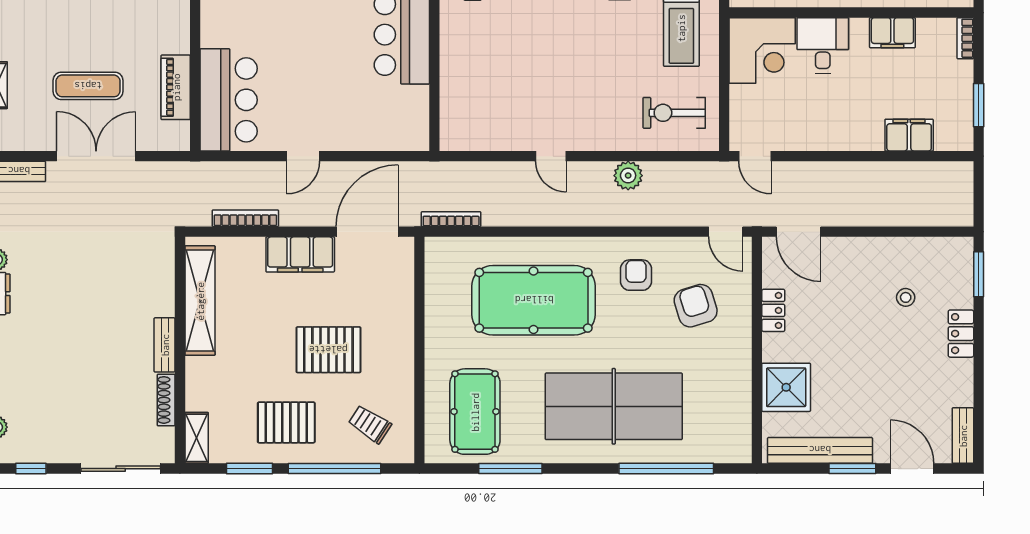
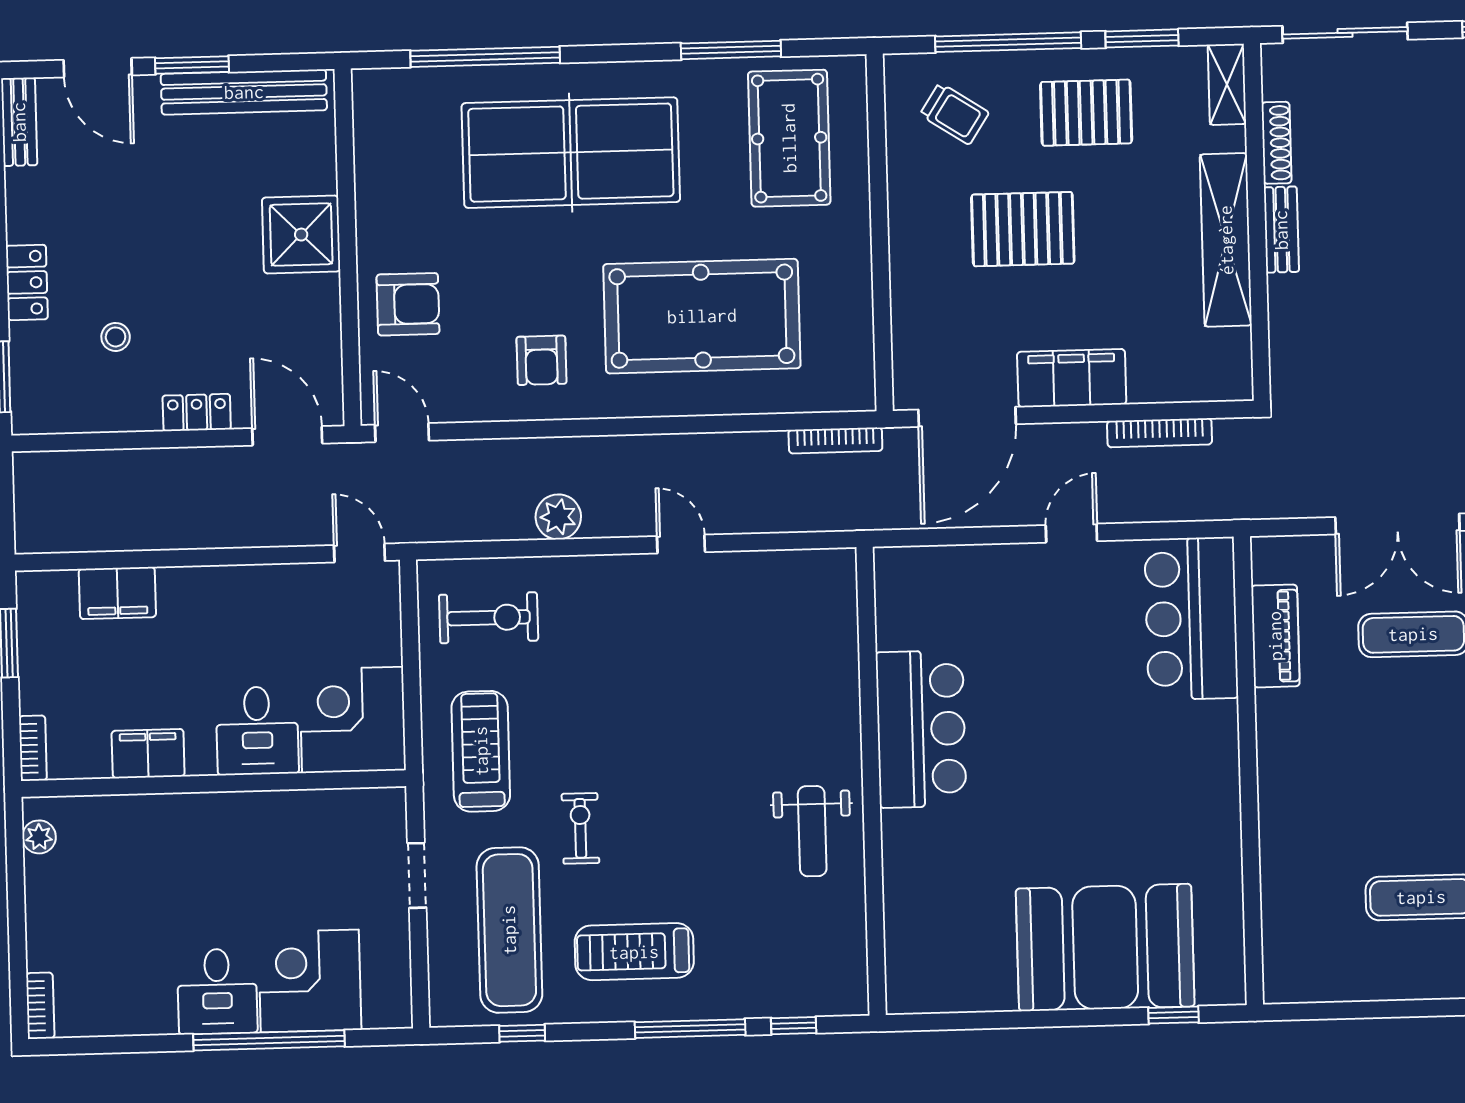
shelving: (200, 301) -> (1226, 240), moved
armchair: (696, 306) -> (408, 304), moved, turned -73
locker: (773, 310) -> (197, 412), moved, turned 90
shower: (786, 387) -> (301, 235), moved

